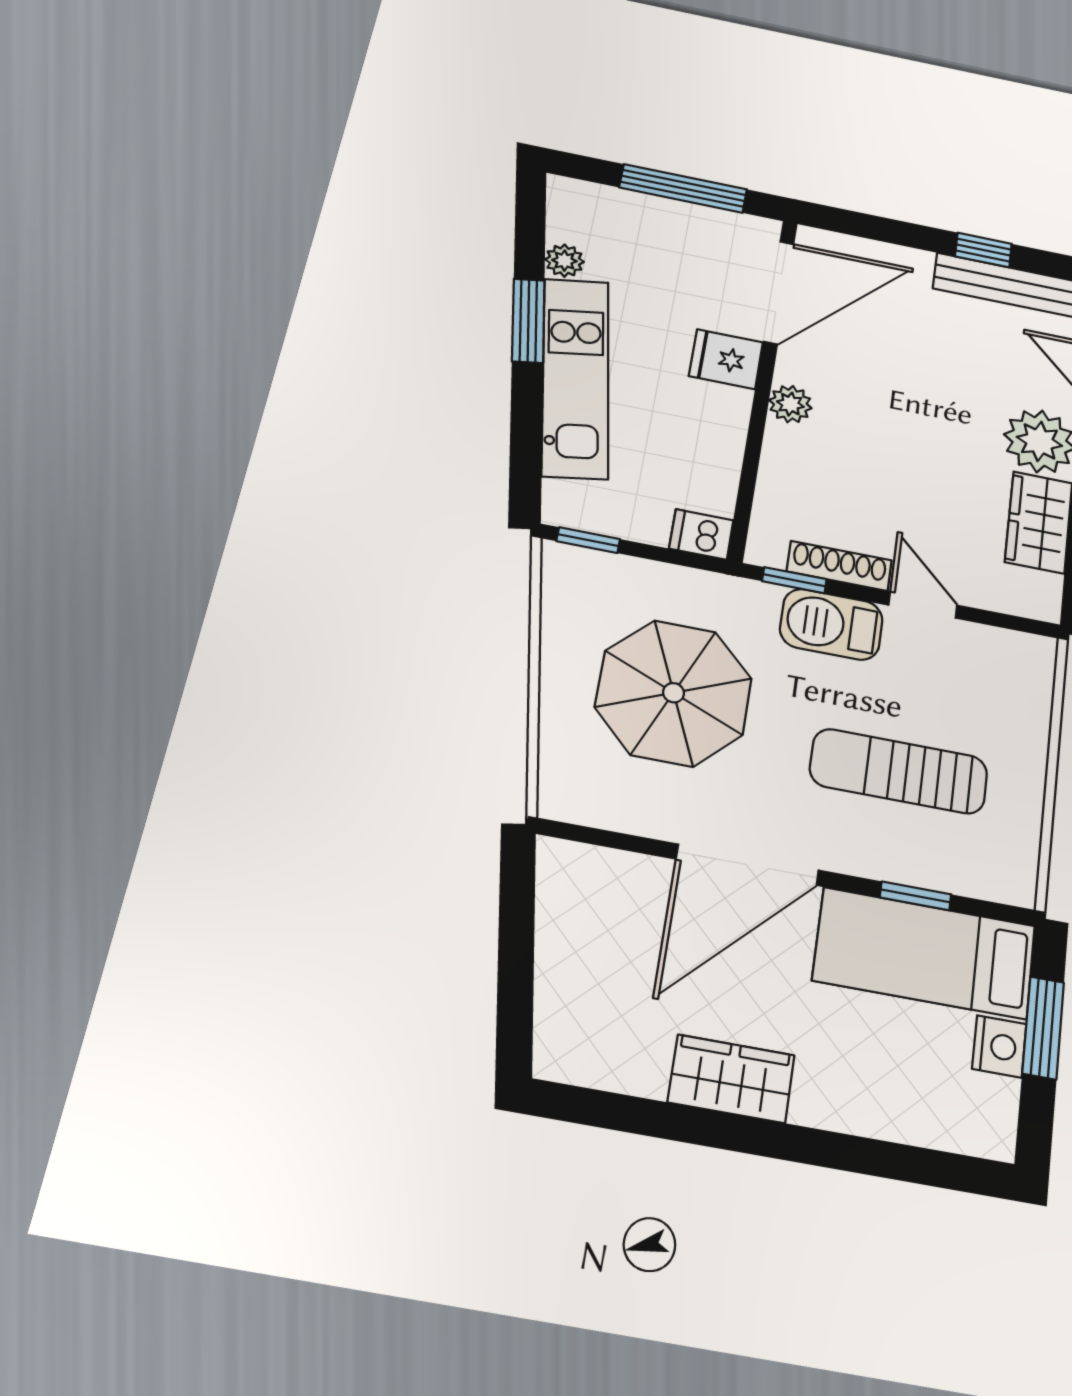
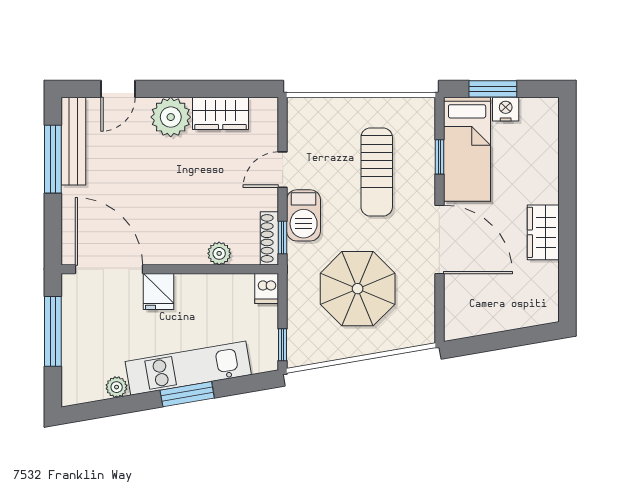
window: (983, 250) -> (53, 159), width x2.17
window: (528, 321) -> (187, 394), moved
plant: (790, 404) -> (219, 253), moved
shoe rack: (839, 566) -> (269, 238), moved

